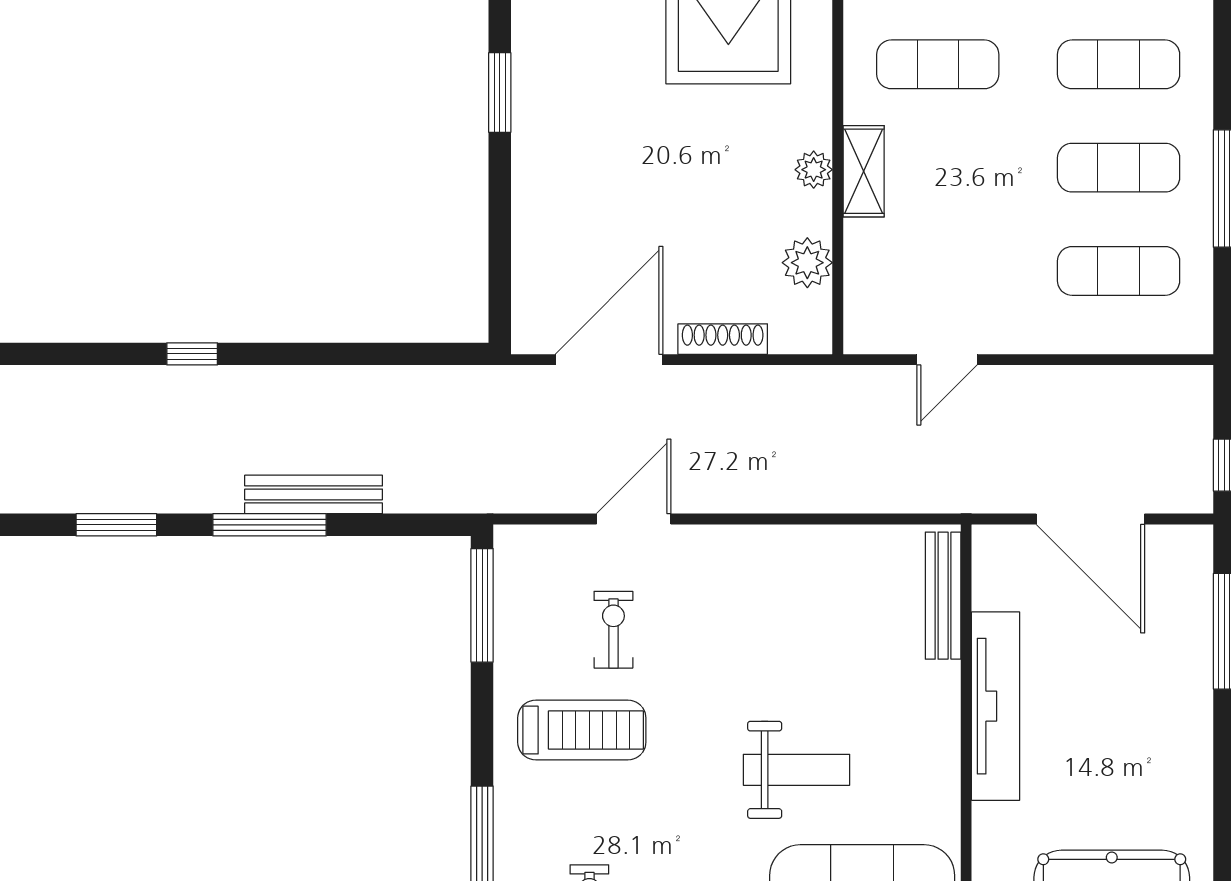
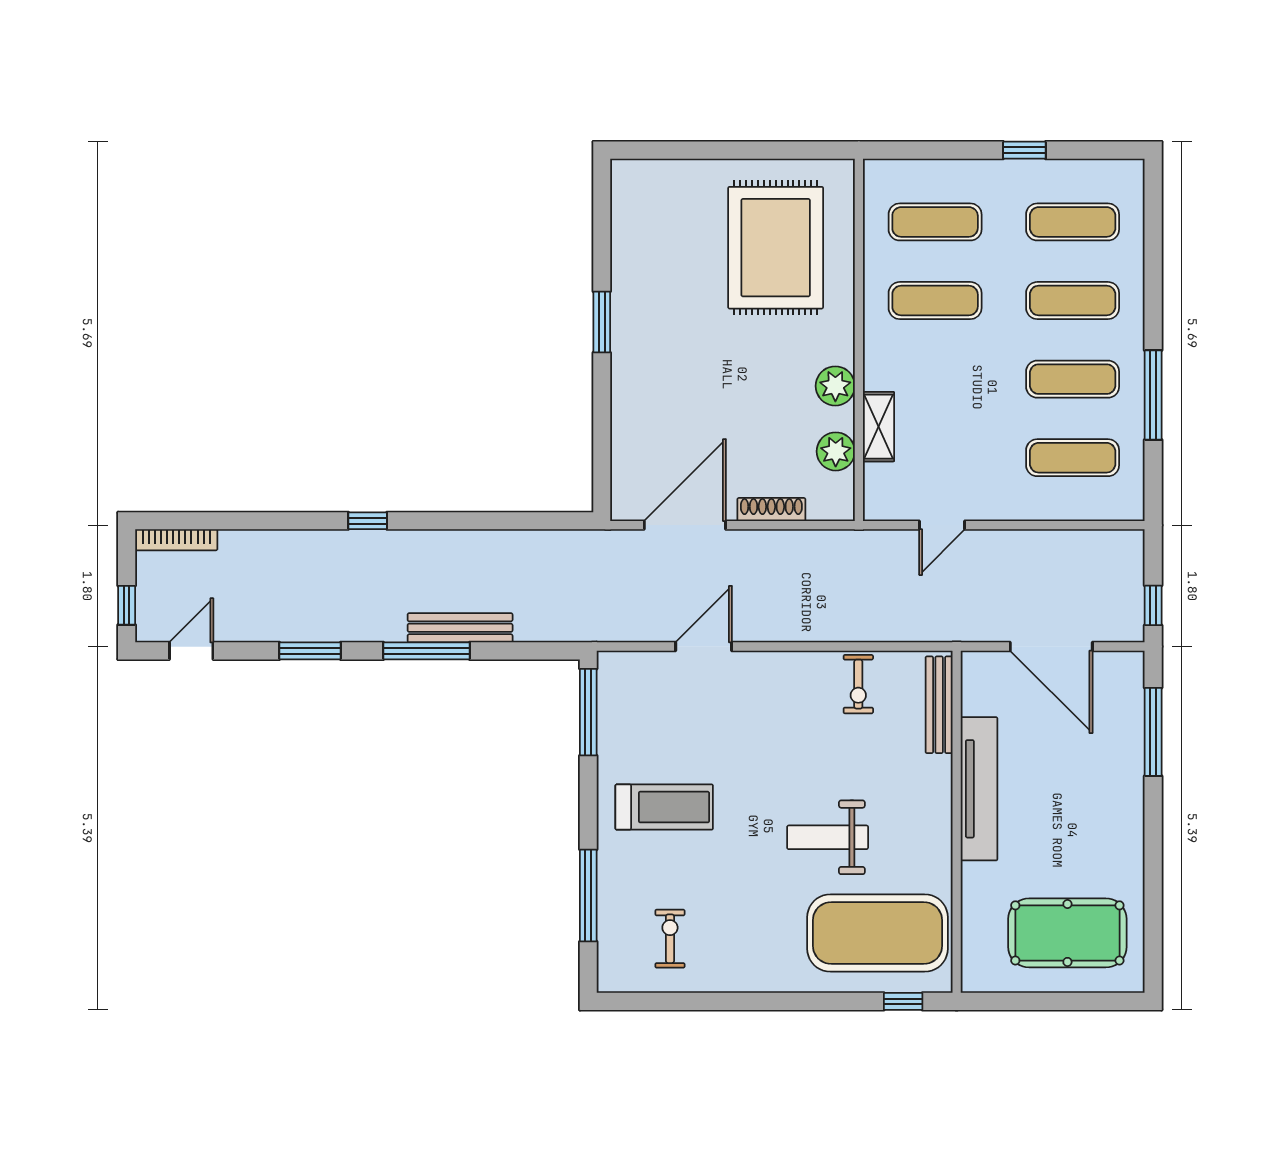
plant: (814, 170) -> (835, 386), width x1.38, depth x1.38
shelving: (864, 171) -> (879, 427), moved
exercise bike: (613, 630) -> (858, 684), moved, turned 180
weight bench: (797, 770) -> (828, 837), turned 180

